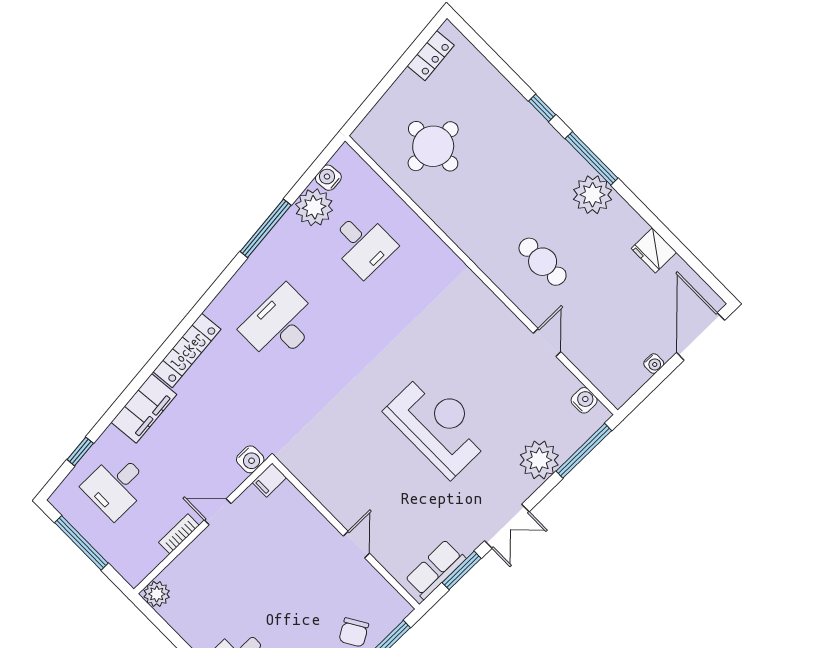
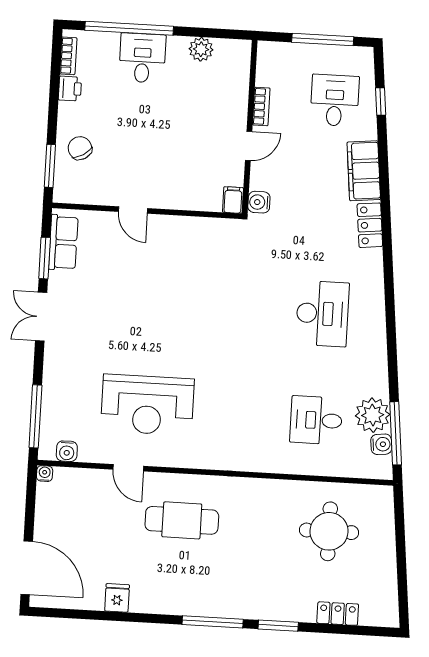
locker: (431, 56) -> (338, 614), moved, turned 96
window: (542, 108) -> (278, 626), width x1.50
plant: (593, 195) -> (189, 598), removed
window: (266, 228) -> (396, 433), moved
fridge: (654, 250) -> (117, 598), width x0.72
cafe table: (543, 262) -> (182, 520), width x1.37, depth x1.35
locker: (187, 350) -> (370, 225), width x0.66
water cooler: (654, 364) -> (45, 474), moved, turned 90
reception desk: (438, 425) -> (147, 405), moved
plant: (539, 460) -> (60, 382), removed
plant: (157, 594) -> (201, 49), moved

